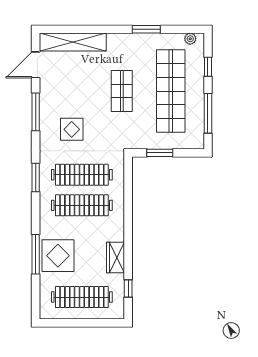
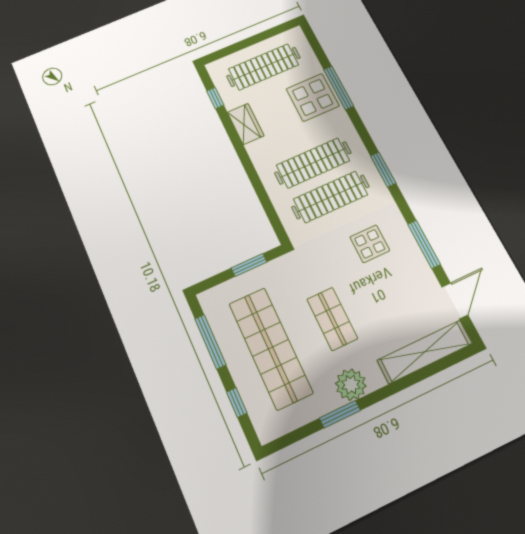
plant: (190, 39) -> (351, 385), moved, width x1.88, depth x1.88

